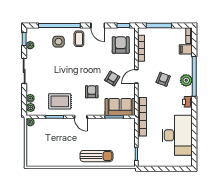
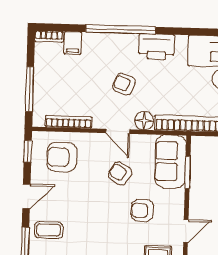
plant: (186, 80) -> (127, 44), removed
floor lamp: (143, 91) -> (144, 121), added
printer: (187, 102) -> (157, 47), width x1.87, depth x1.48

